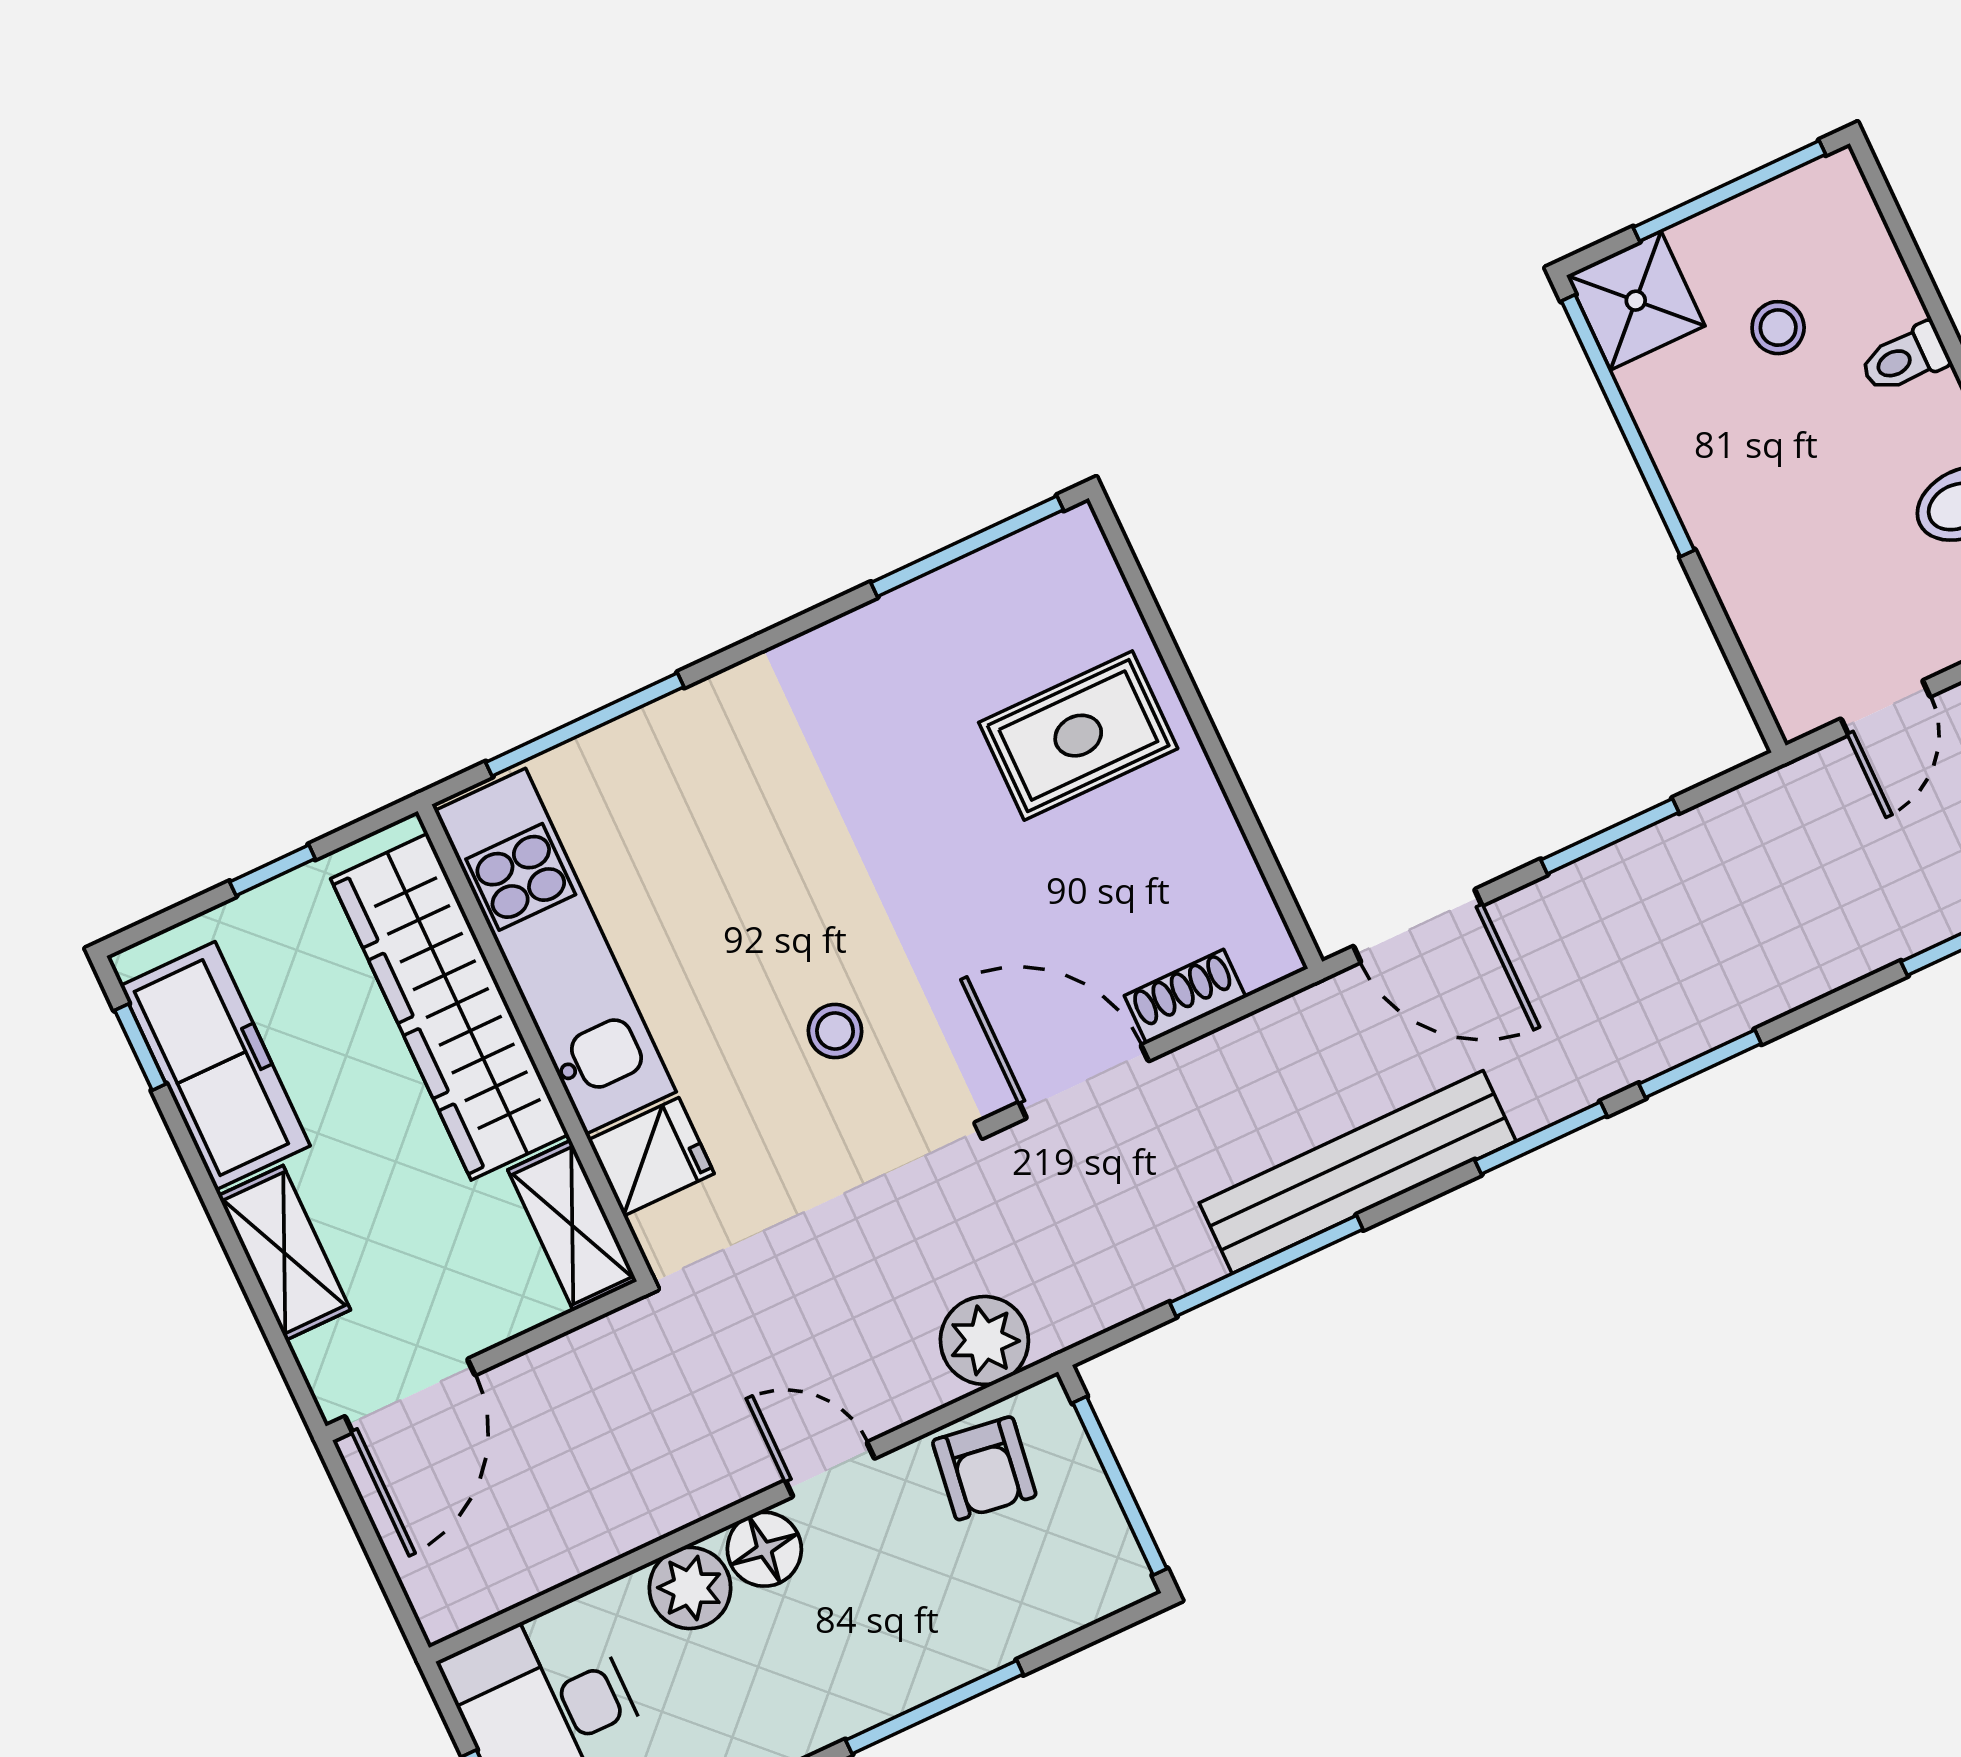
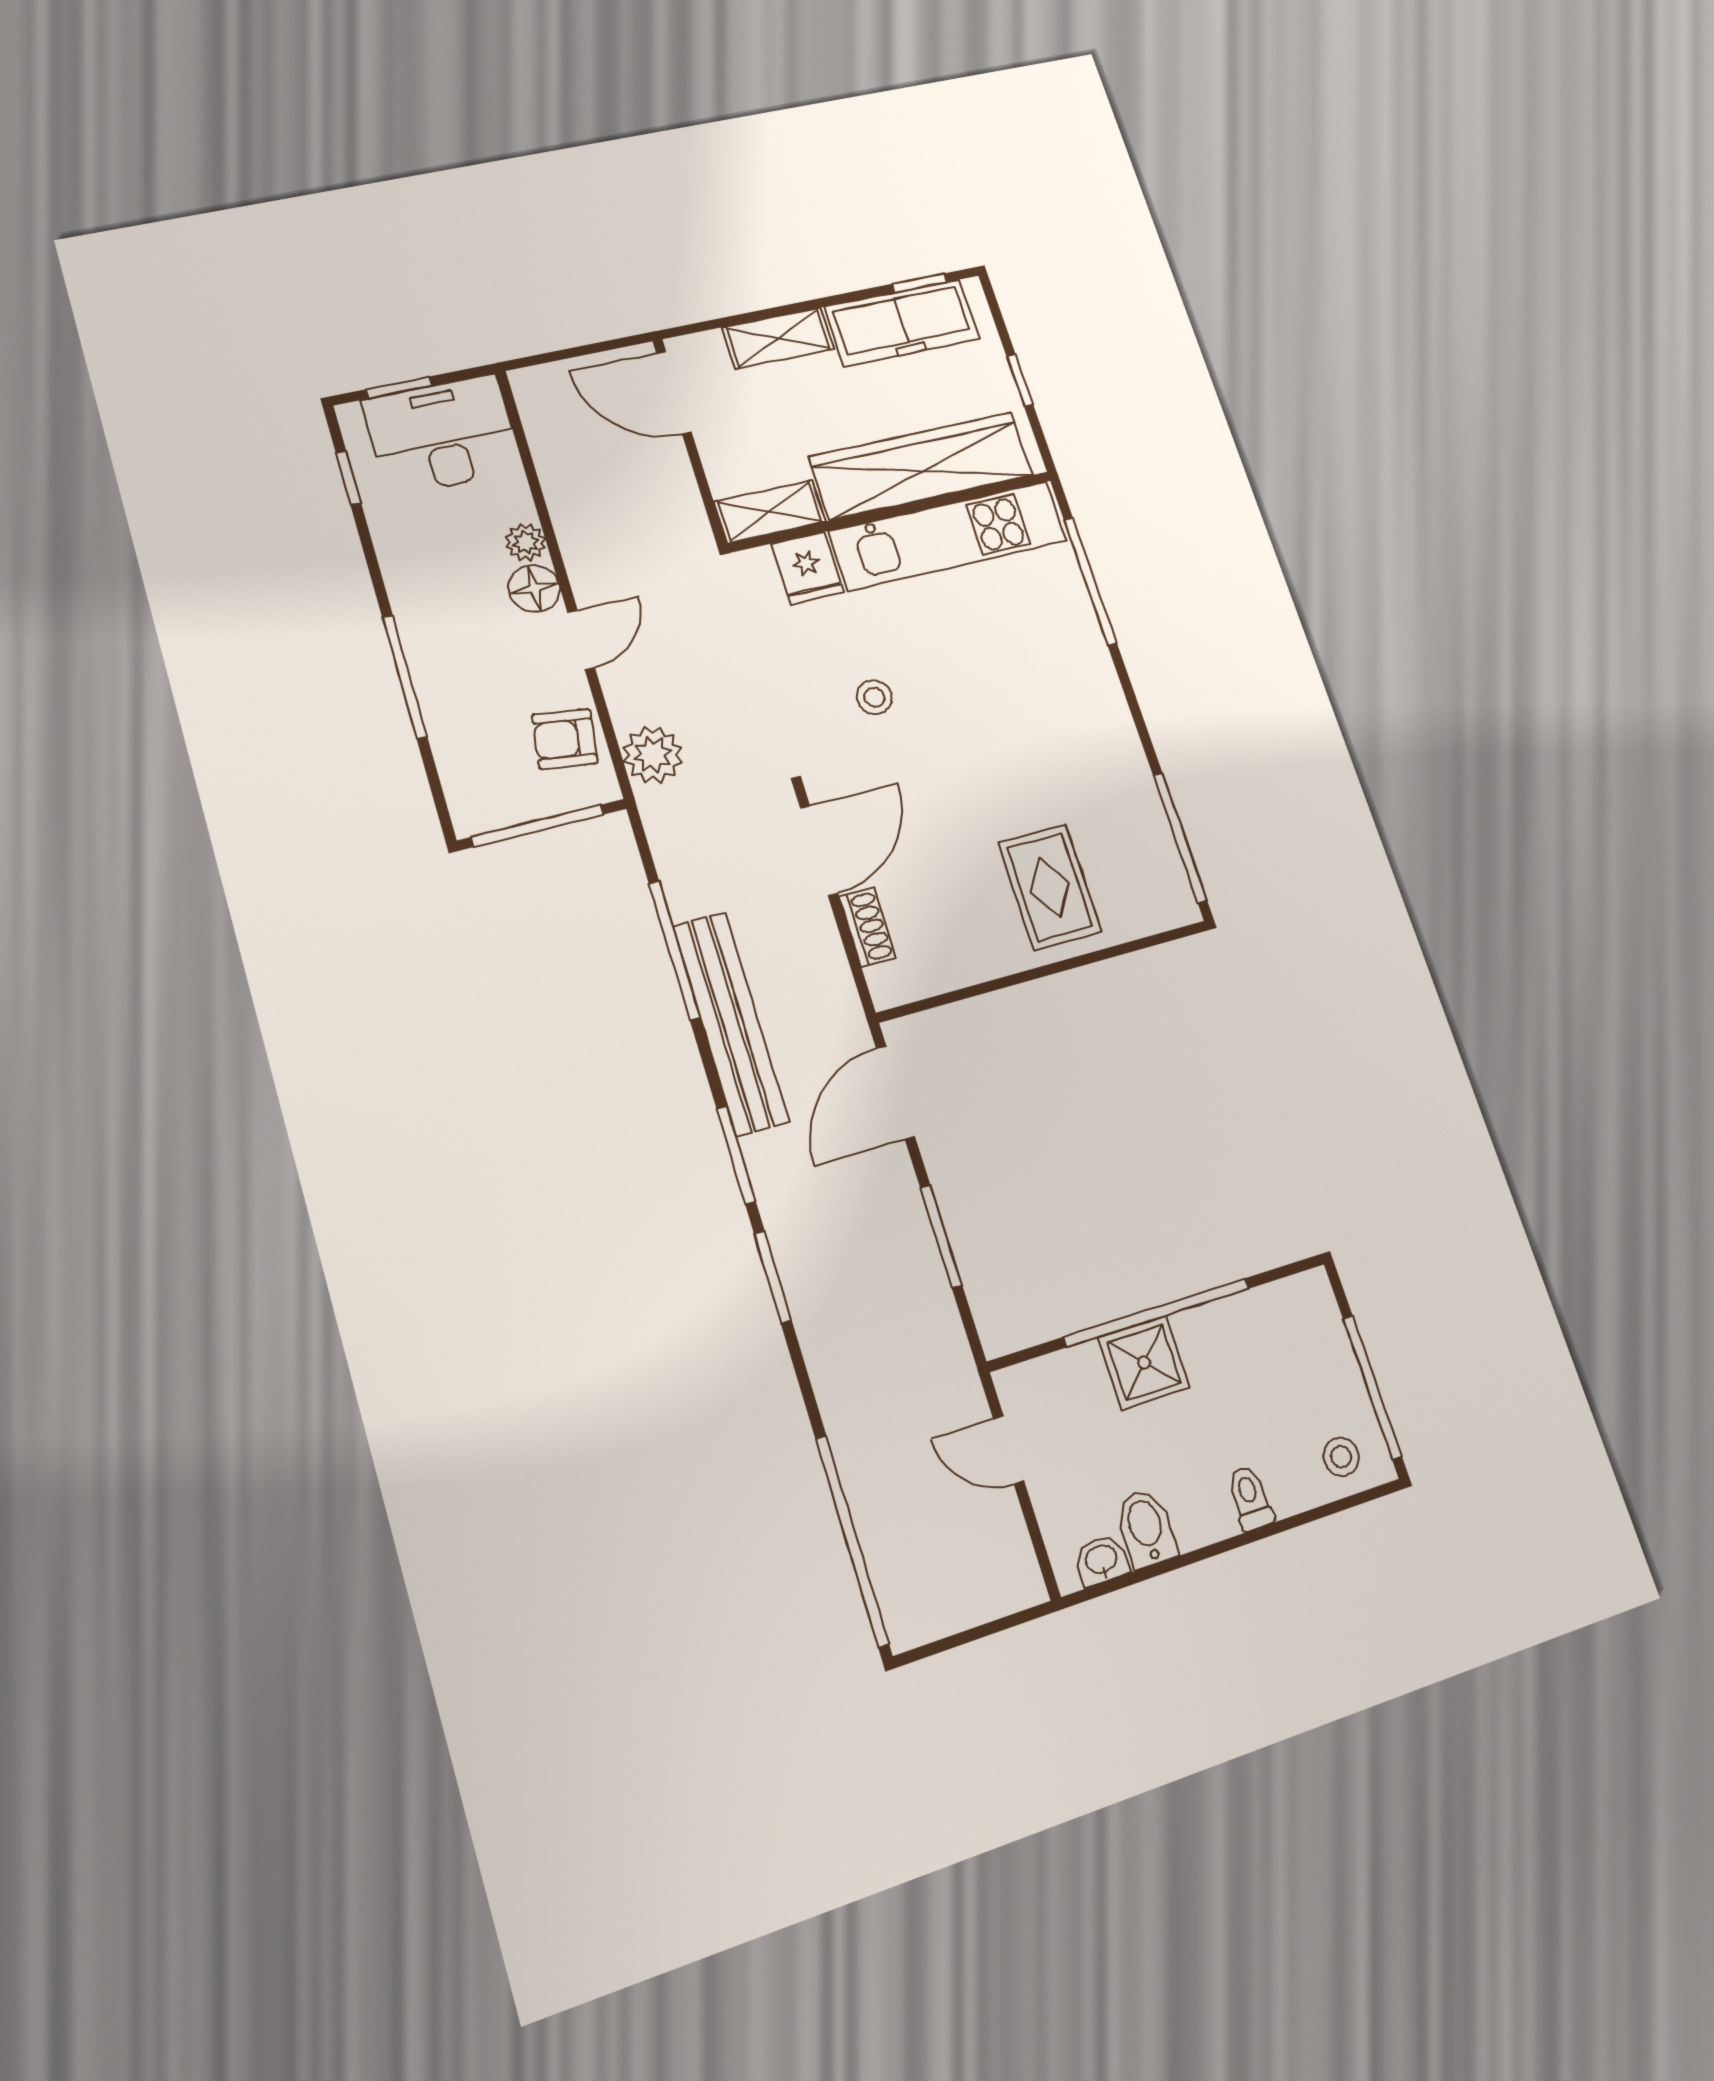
shower: (1636, 301) -> (1144, 1363), moved
stool: (1778, 328) -> (1341, 1457), moved
window: (1628, 426) -> (1157, 1313), moved
plant: (690, 1588) -> (526, 542), width x0.73, depth x0.73

